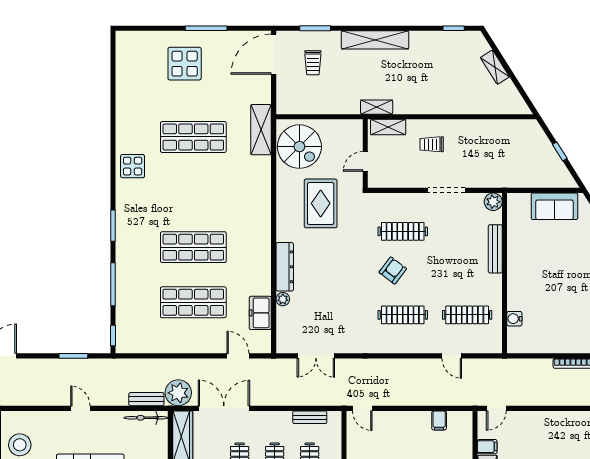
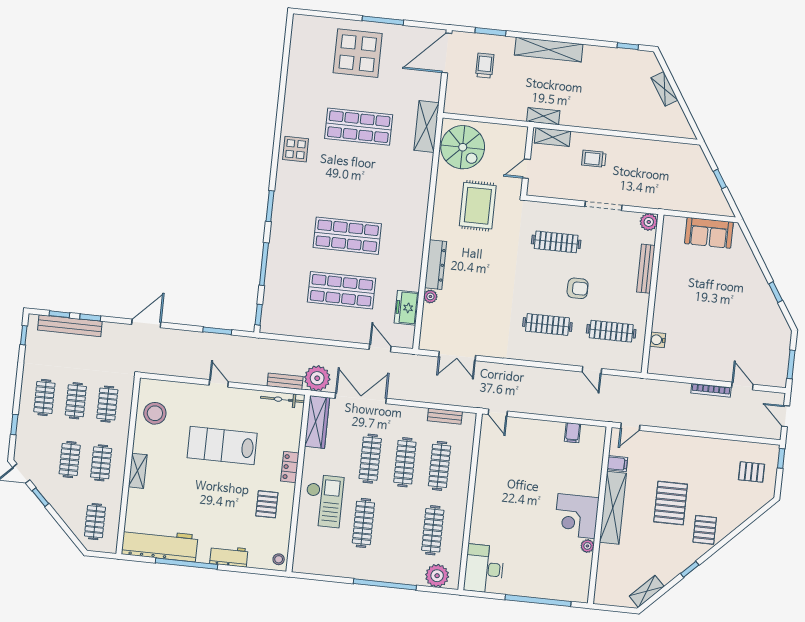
trolley: (313, 63) -> (485, 66), turned 180
display table: (185, 64) -> (358, 53), width x1.36, depth x1.36
armchair: (393, 270) -> (578, 288), moved, turned 53

